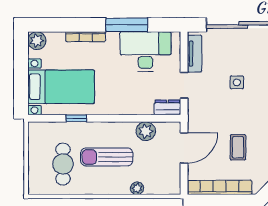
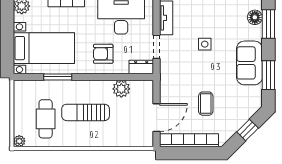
armchair: (126, 93) -> (103, 54), added
window: (76, 118) -> (58, 77), width x1.50
door: (184, 148) -> (156, 118), moved
plant: (137, 188) -> (19, 141), moved

